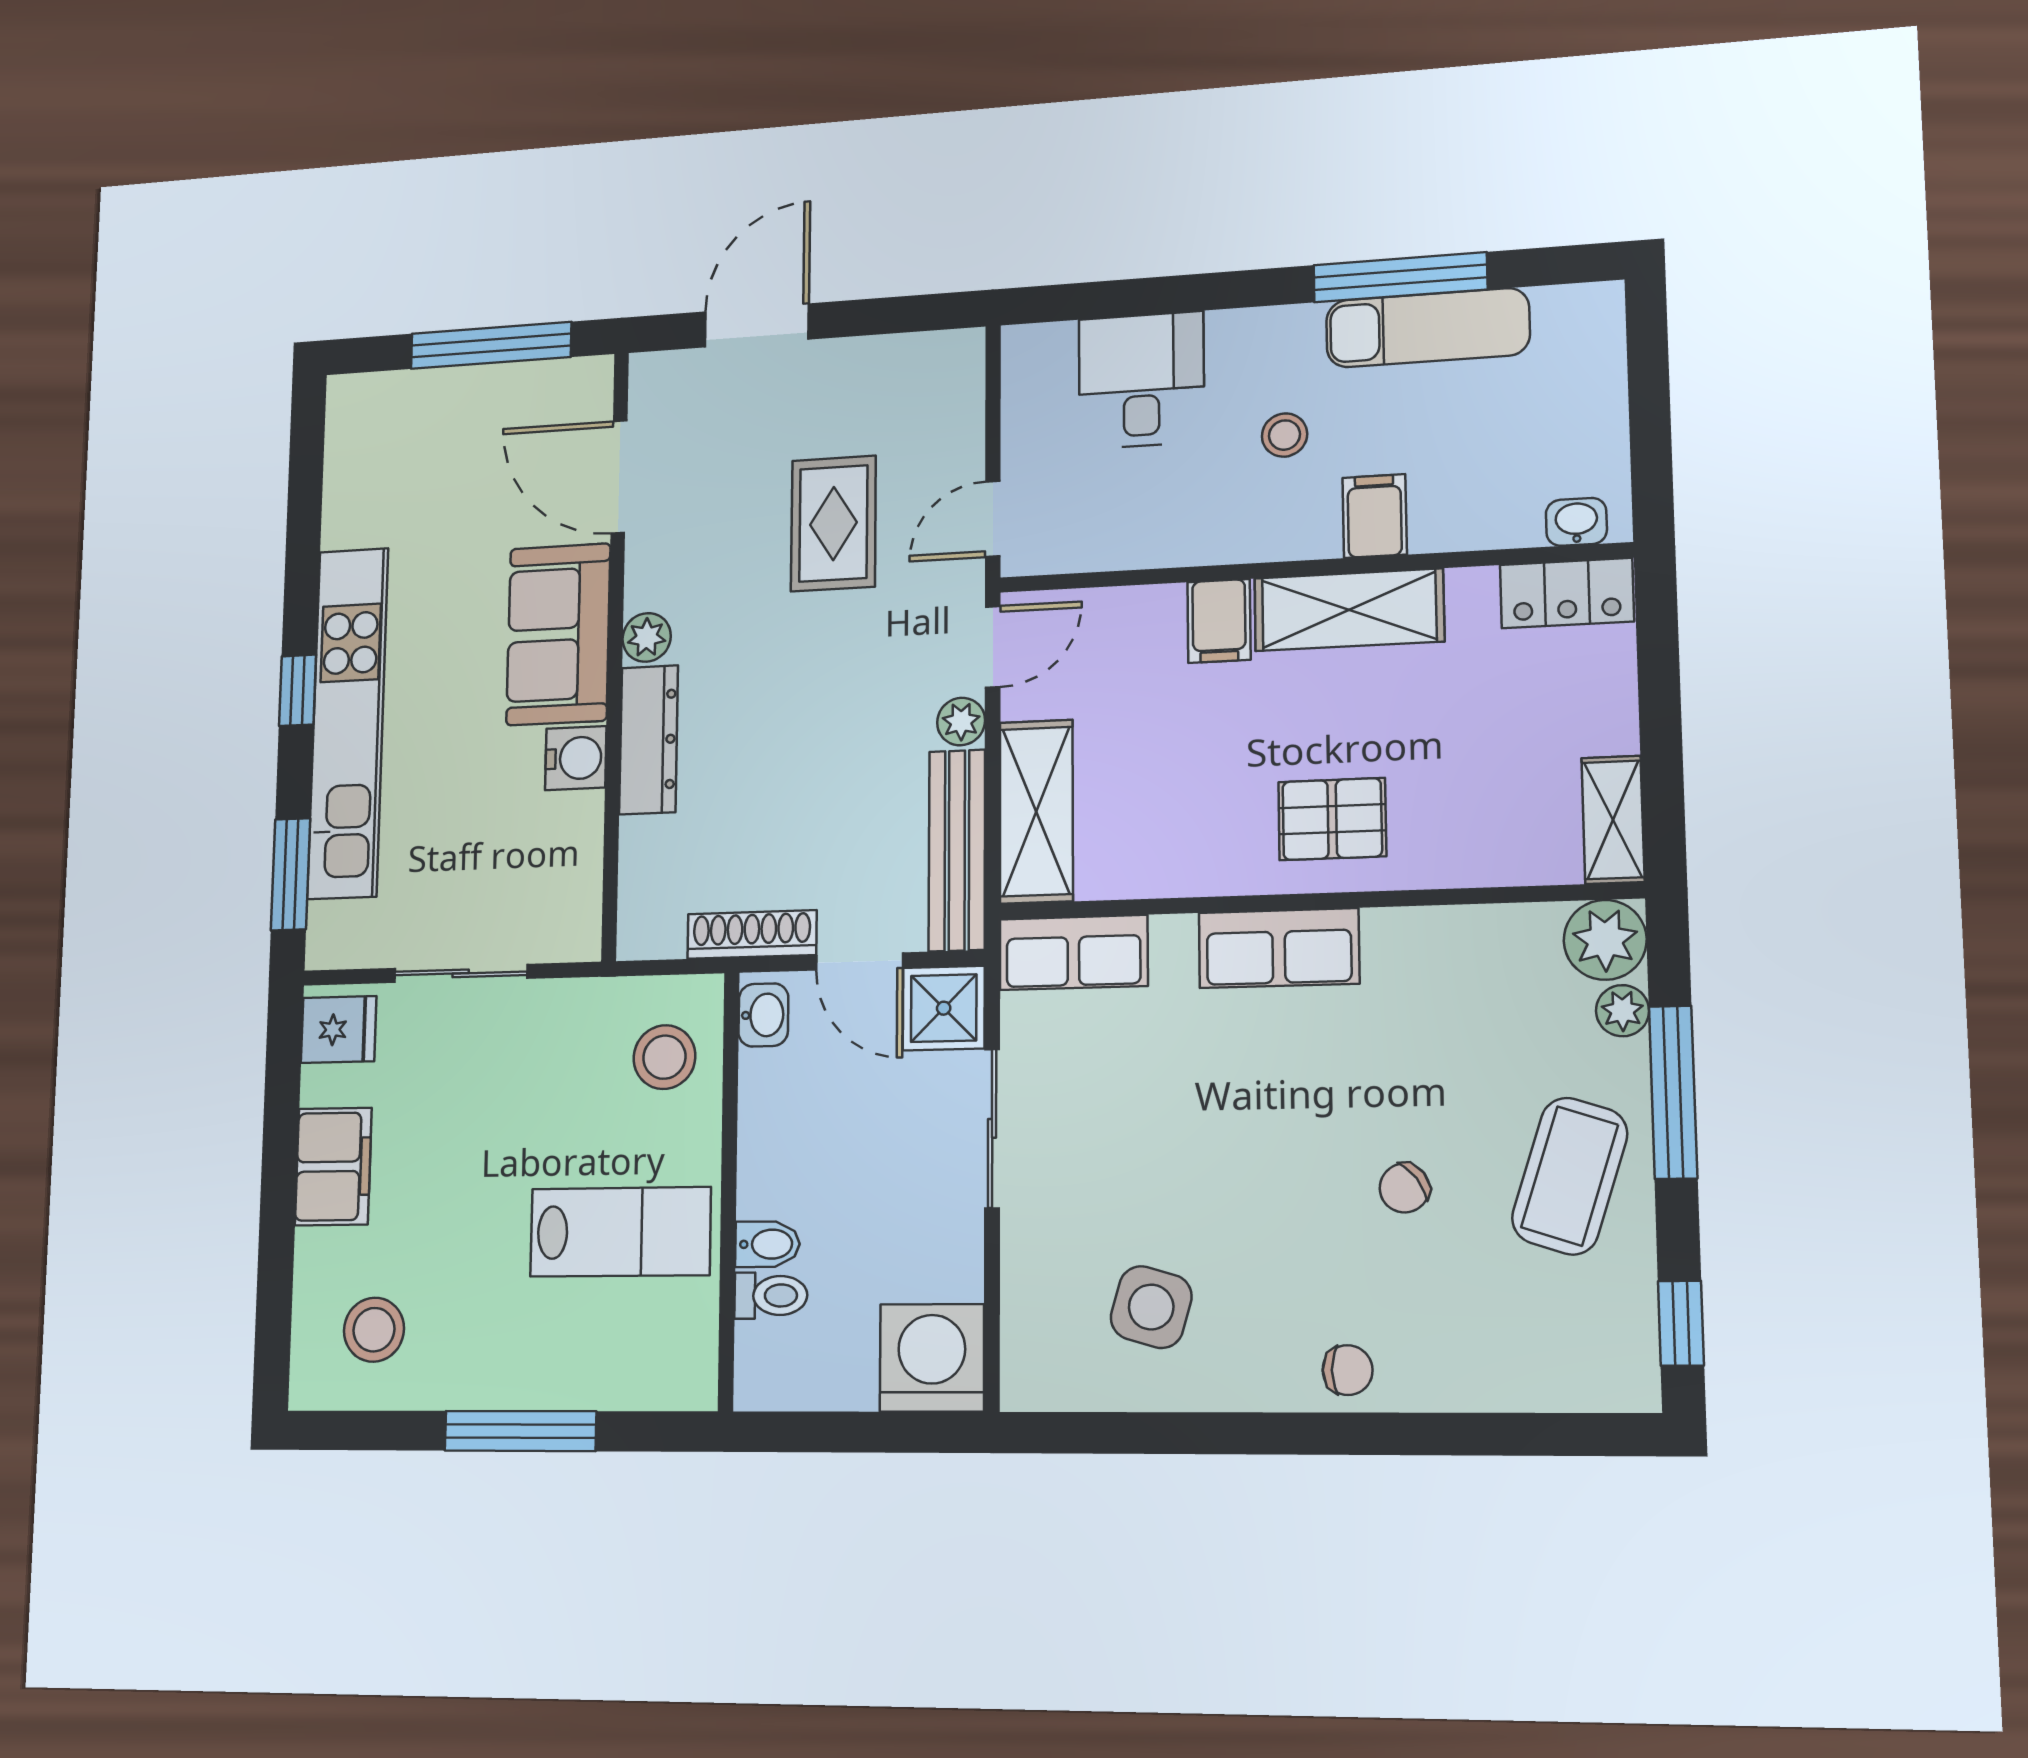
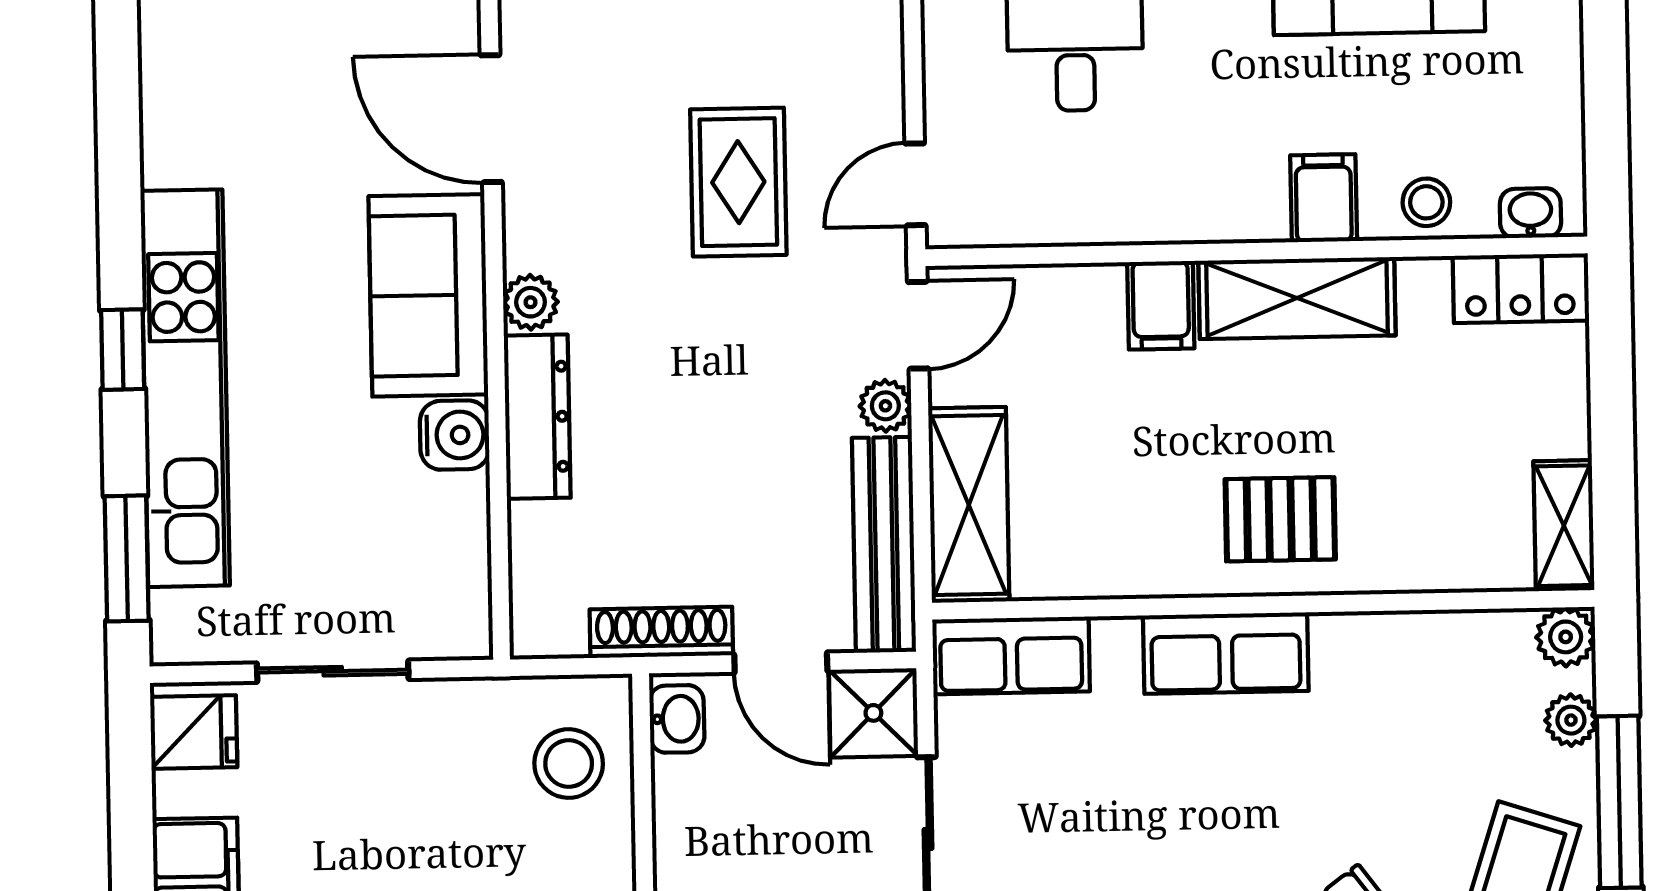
stool: (1284, 435) -> (1426, 202), moved
plant: (1605, 940) -> (1566, 637), width x0.73, depth x0.73

